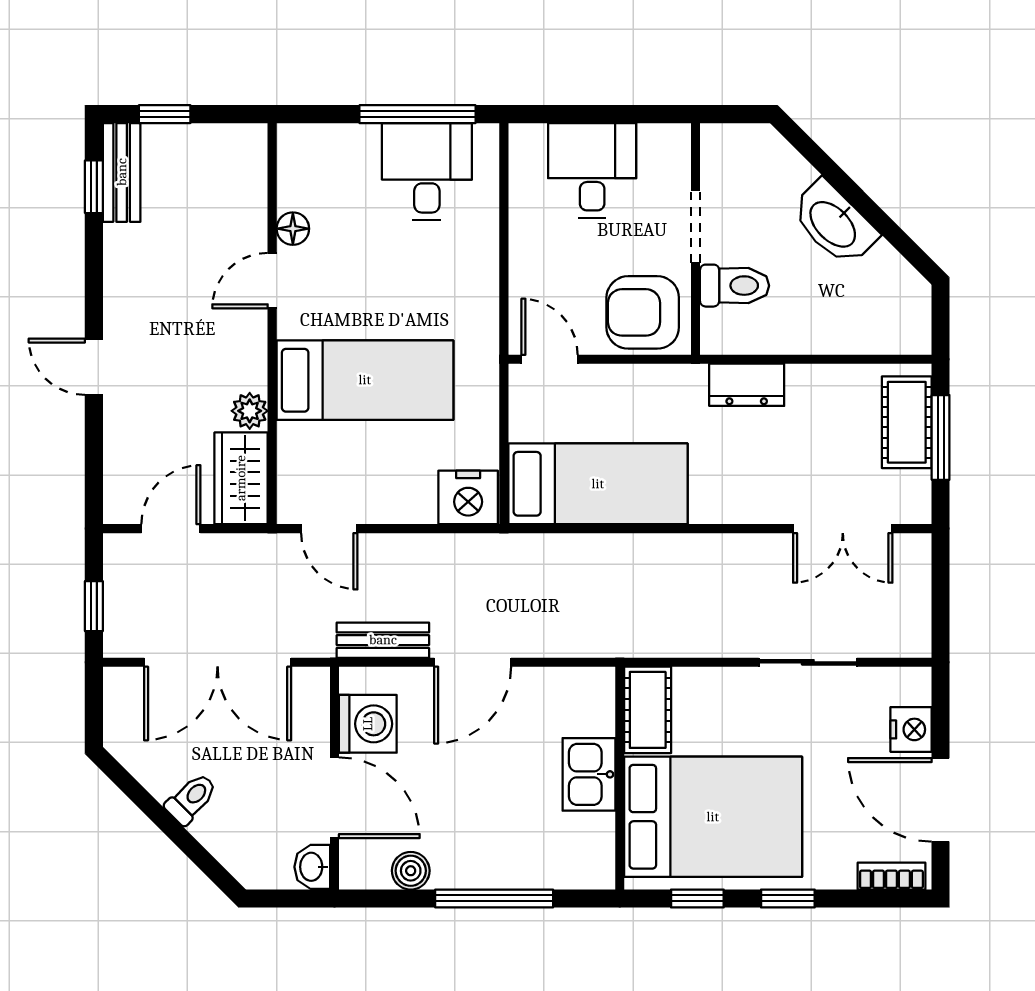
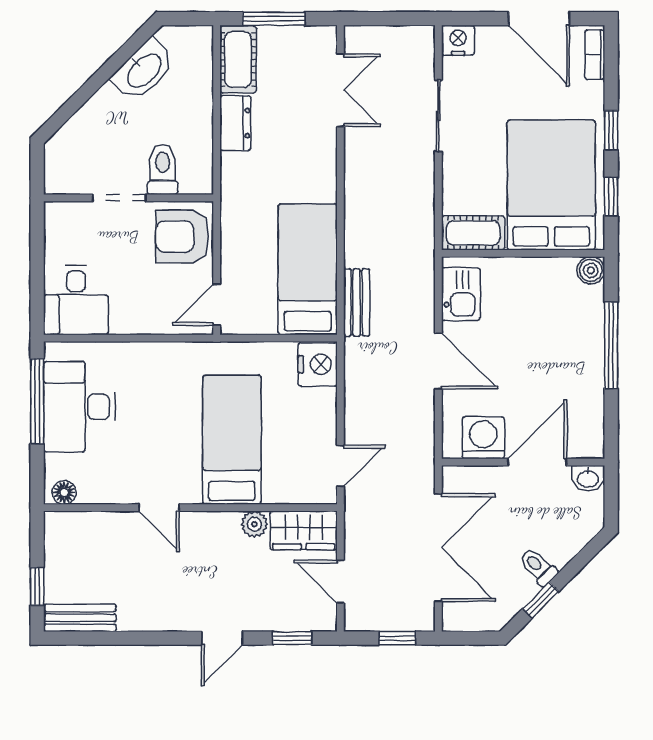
desk: (592, 171) -> (76, 300), moved, turned -90
desk: (427, 172) -> (79, 407), width x1.37
window: (94, 187) -> (292, 638), moved
washbasin: (834, 223) -> (144, 70), moved
floor lamp: (293, 229) -> (64, 493), moved
armchair: (643, 312) -> (182, 237), turned 90
dresser: (747, 385) -> (235, 123), moved
cot: (907, 422) -> (238, 59), moved, turned 90
bench: (383, 640) -> (357, 302), moved
nightstand: (911, 729) -> (458, 40), moved
kitchen sink: (589, 774) -> (461, 294), moved, turned -90
door: (941, 800) -> (539, 19), hinge flipped
window: (146, 802) -> (541, 600), added
boiler: (411, 871) -> (591, 270), moved

